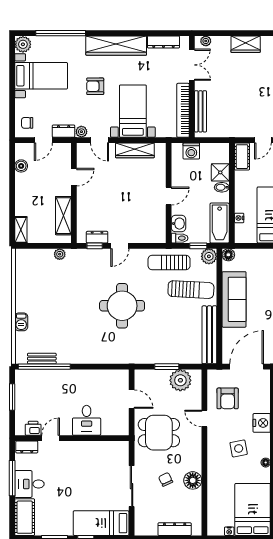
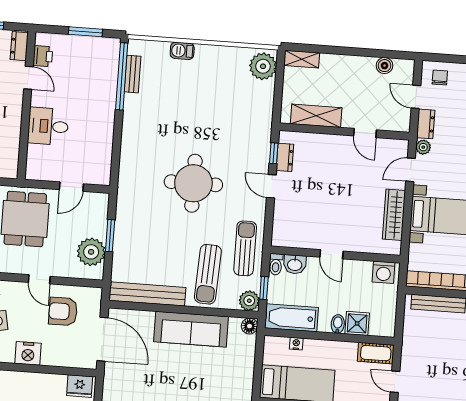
washing machine: (191, 151) -> (384, 272), moved, turned -90
plant: (60, 254) -> (263, 66), moved, width x1.87, depth x1.87
door: (204, 418) -> (39, 279), swing flipped

